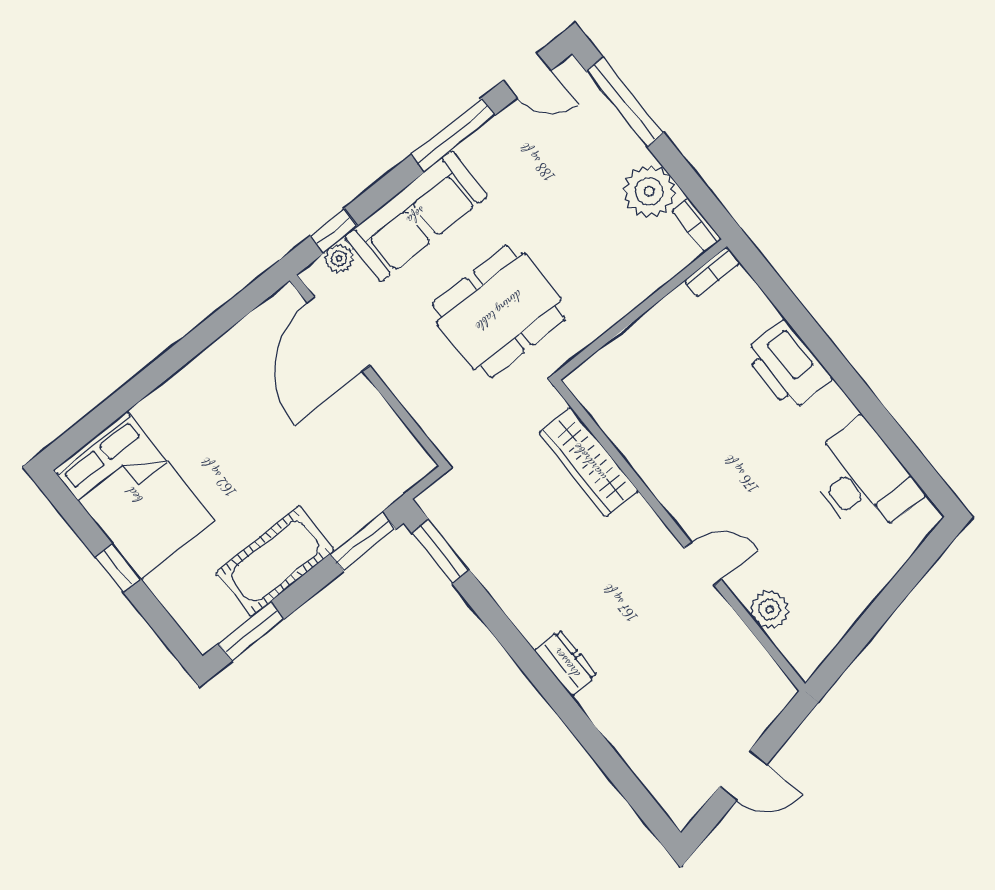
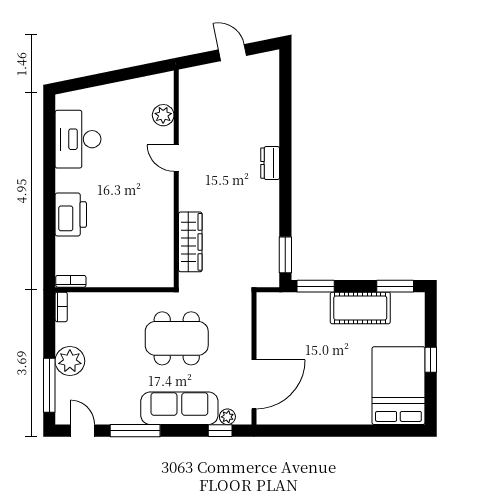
plant: (649, 191) -> (70, 361), moved

